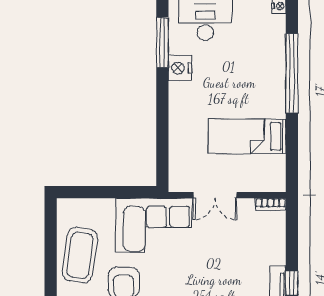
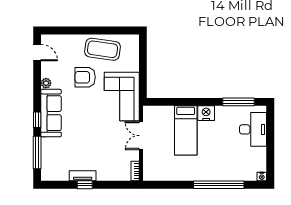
nightstand: (180, 68) -> (206, 113), moved
bed: (247, 136) -> (186, 130), moved, turned 180

